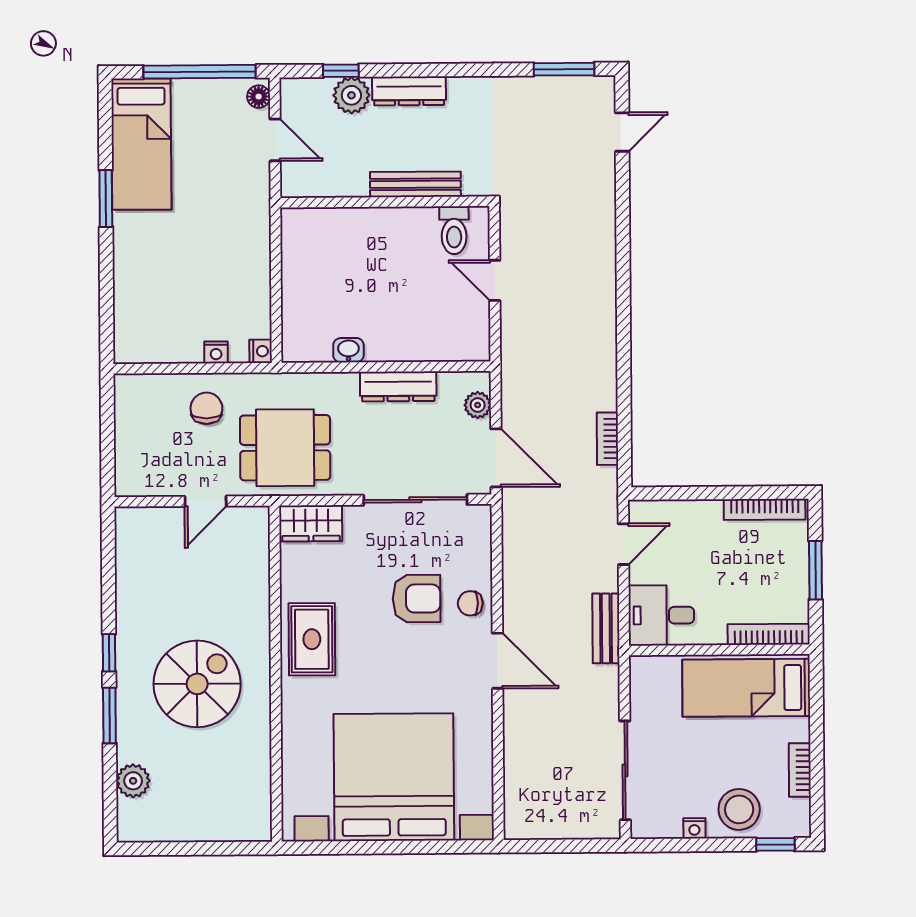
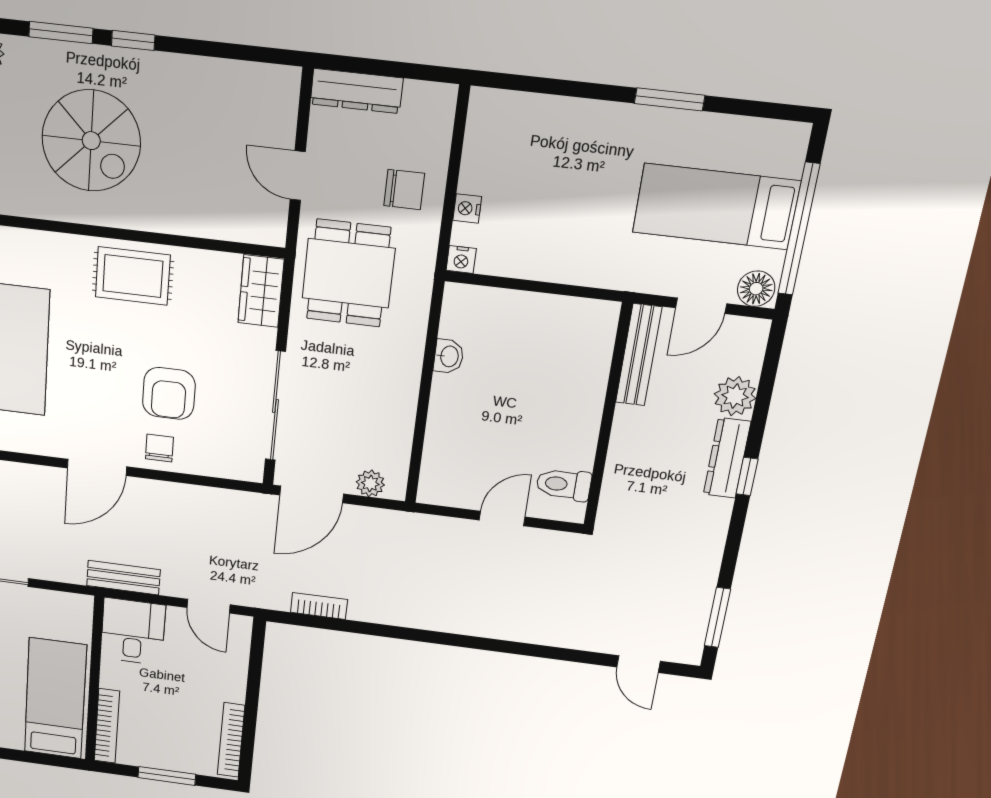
window: (341, 71) -> (747, 476), moved
floor lamp: (259, 97) -> (756, 289), width x1.37, depth x1.37
bed: (141, 144) -> (716, 207), moved
bench: (415, 184) -> (639, 355), moved
dresser: (398, 386) -> (356, 91), moved, turned -90

